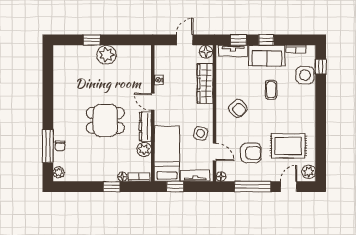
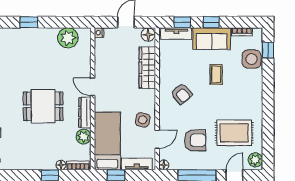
plant: (106, 55) -> (68, 38), moved
nightstand: (159, 80) -> (99, 33), moved
door: (215, 152) -> (157, 139), hinge flipped

